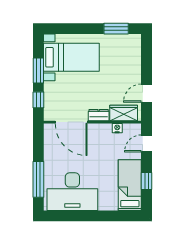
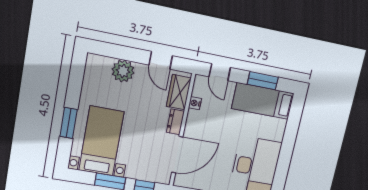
window: (116, 29) -> (69, 123), moved
plant: (132, 65) -> (123, 71), added
window: (147, 181) -> (263, 81), width x1.50

